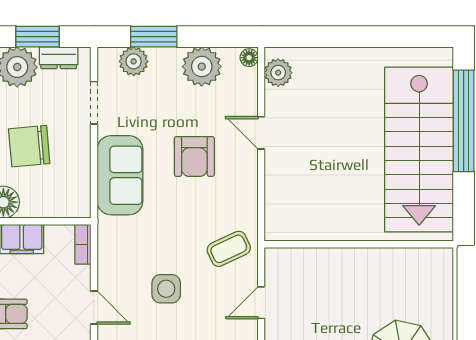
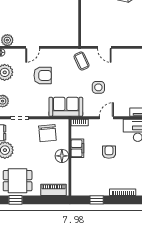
chair: (29, 146) -> (47, 133), moved
sofa: (120, 175) -> (66, 107), moved

